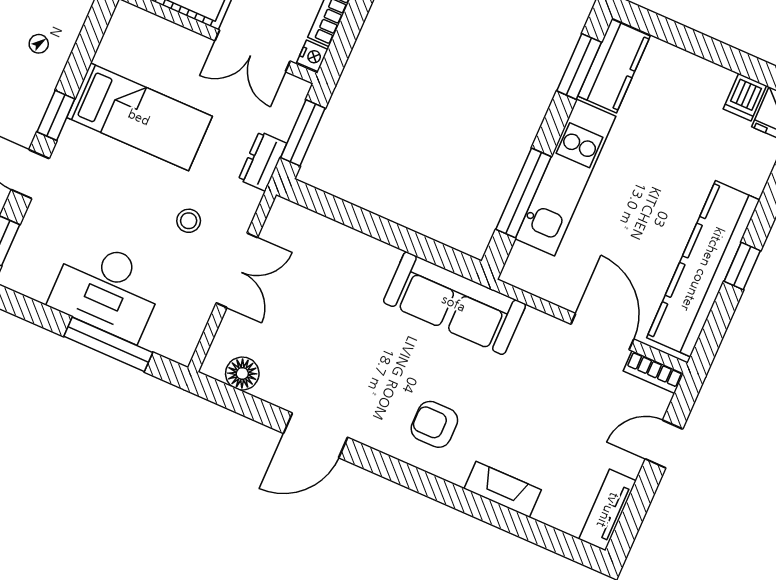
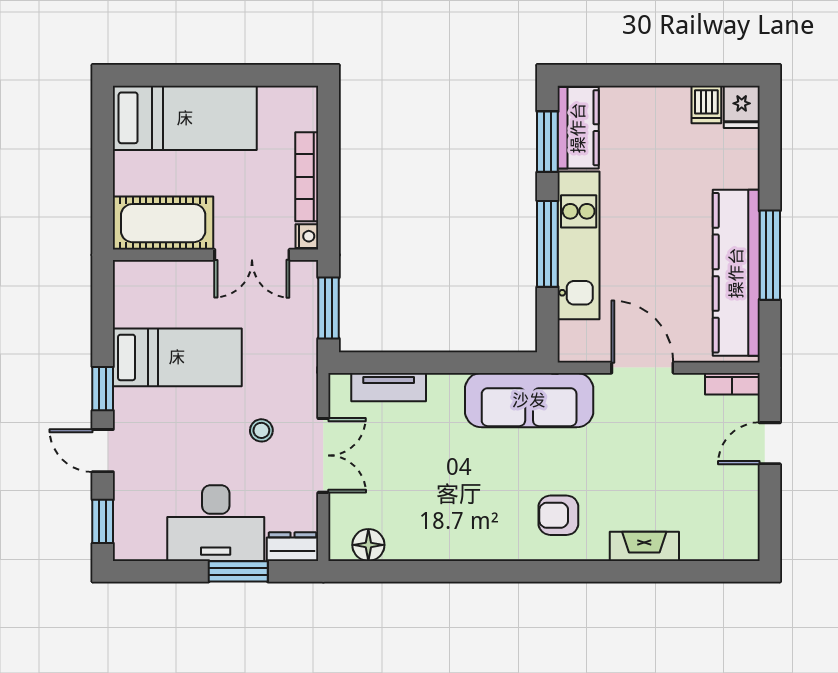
dresser: (263, 161) -> (293, 547), moved, turned 90
window: (523, 193) -> (547, 244), moved
window: (742, 266) -> (770, 255), width x2.17
door: (602, 332) -> (642, 368), moved
window: (108, 344) -> (238, 571), width x0.69
door: (315, 435) -> (457, 571), removed
tv unit: (608, 510) -> (389, 387), moved, turned -90

